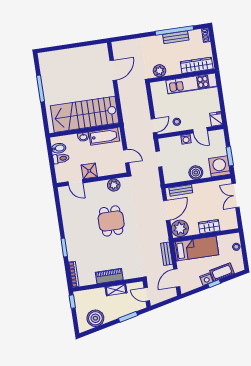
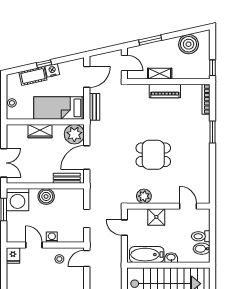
shower: (89, 171) -> (156, 217), moved
dining table: (111, 221) -> (153, 155), turned 90

